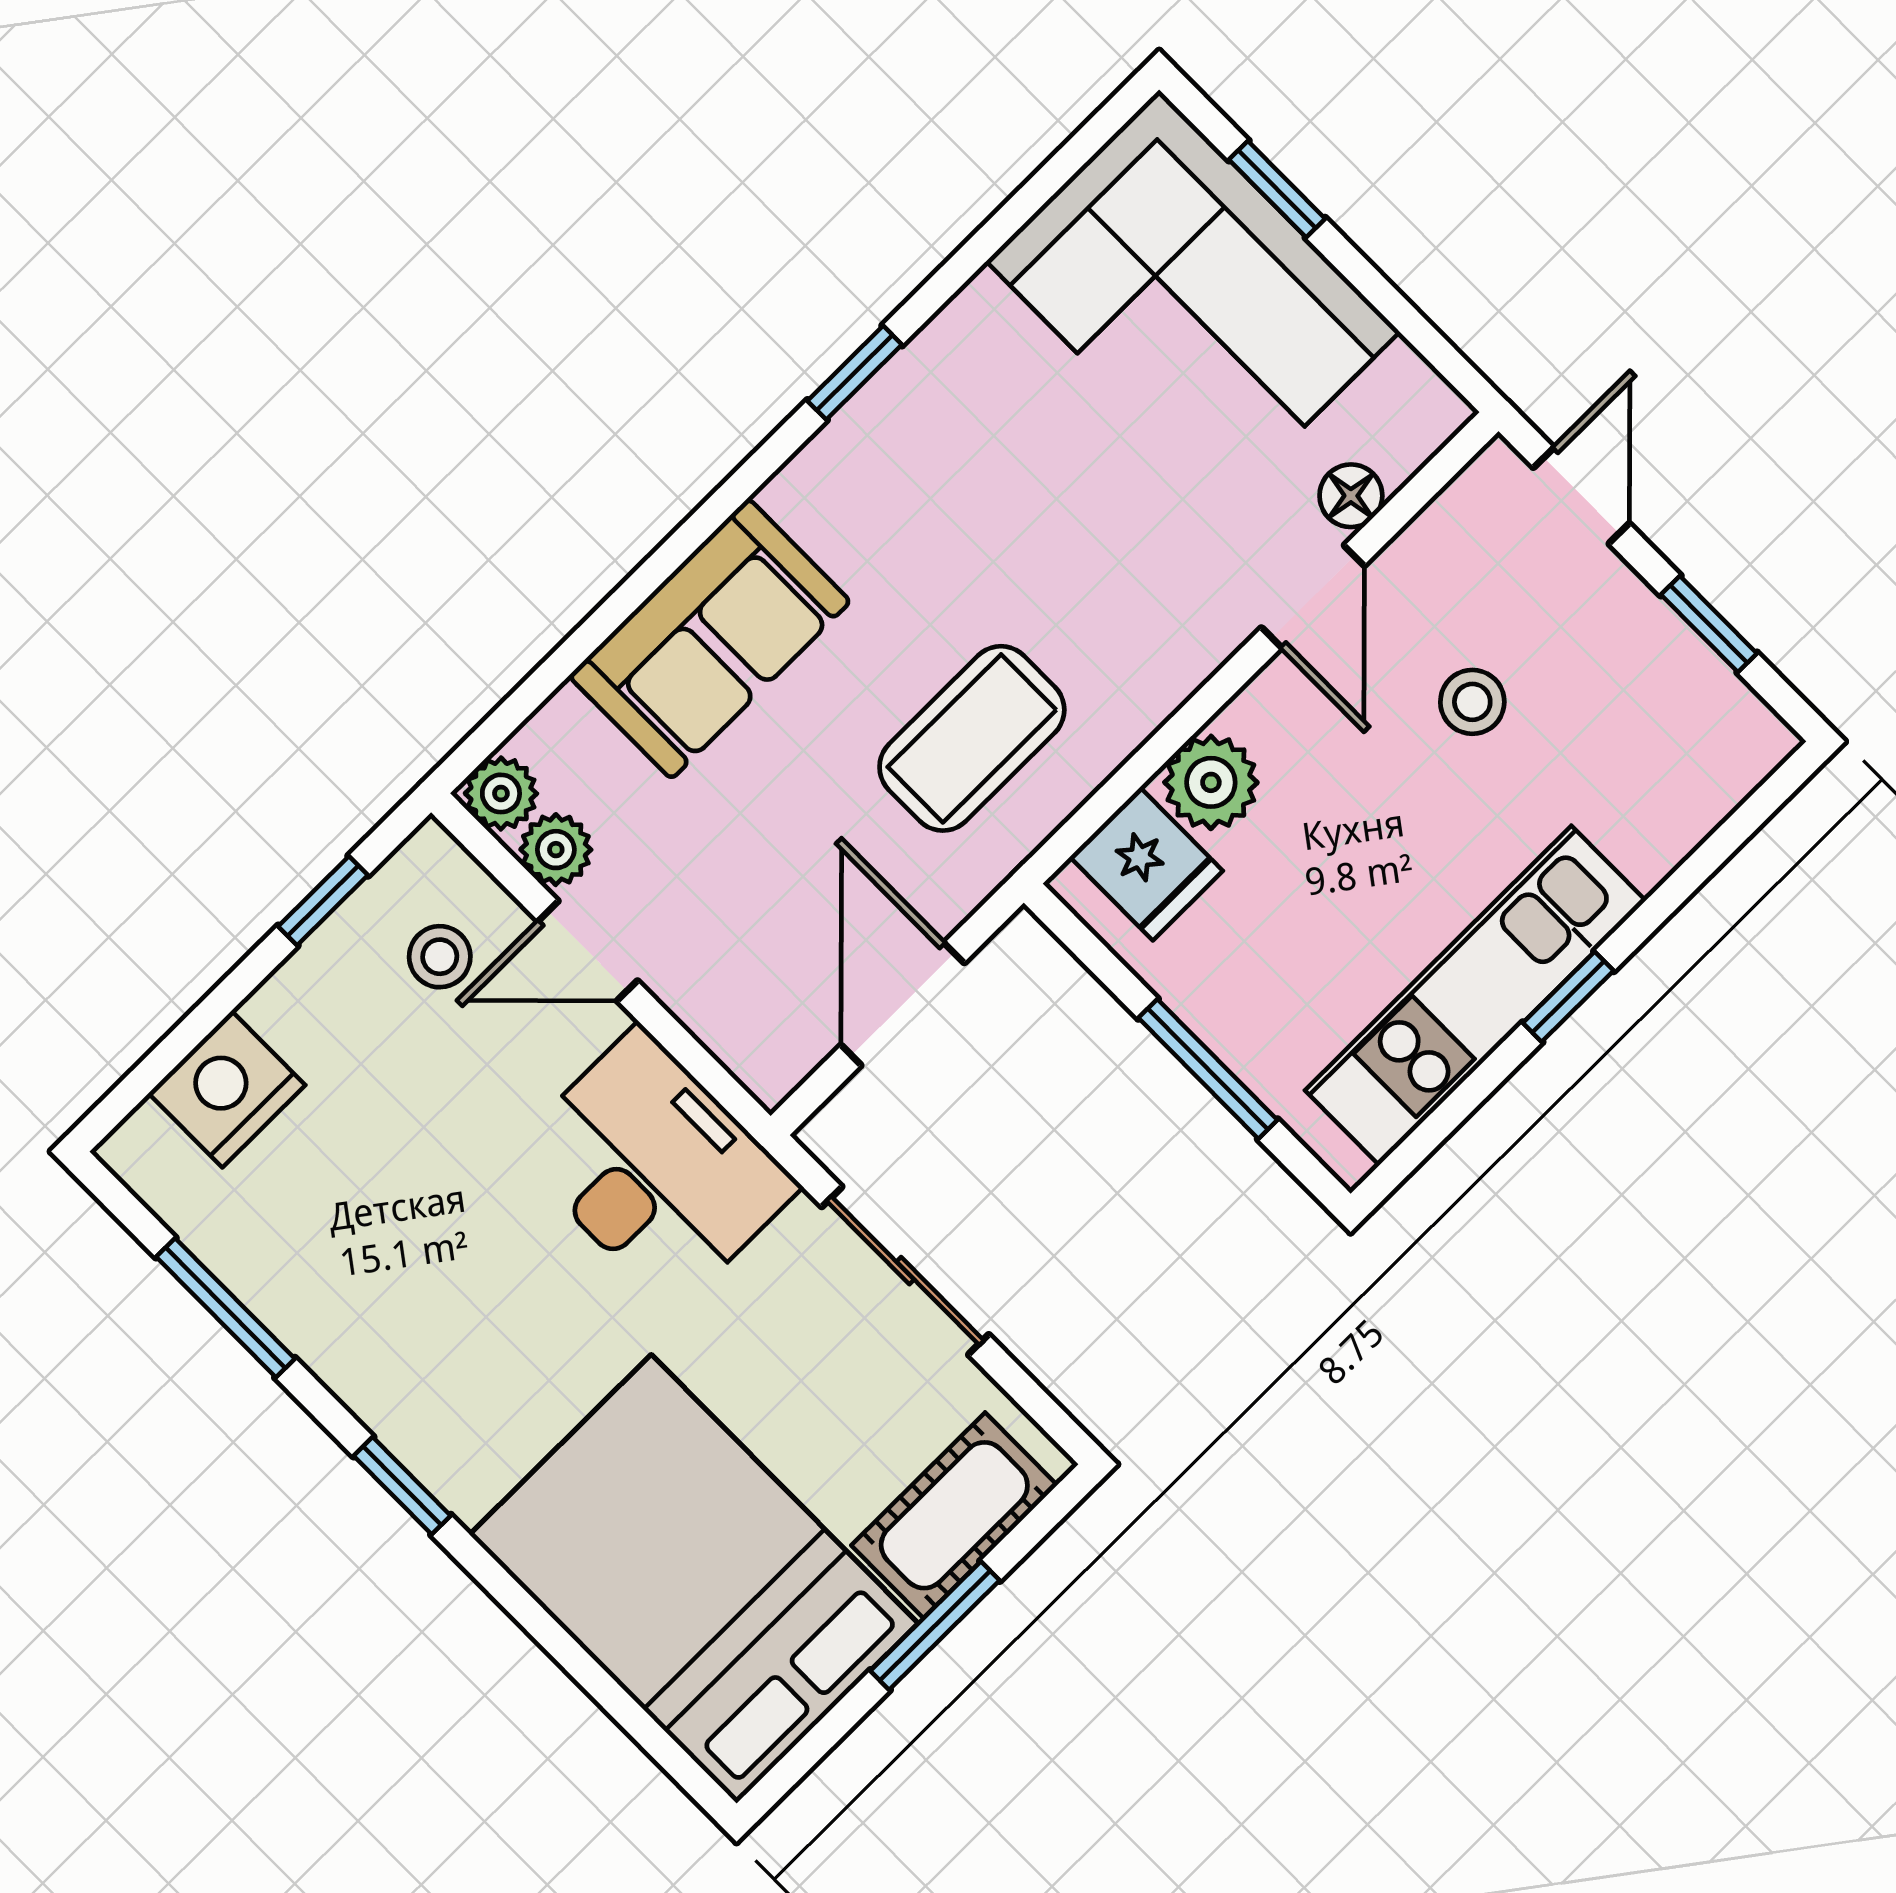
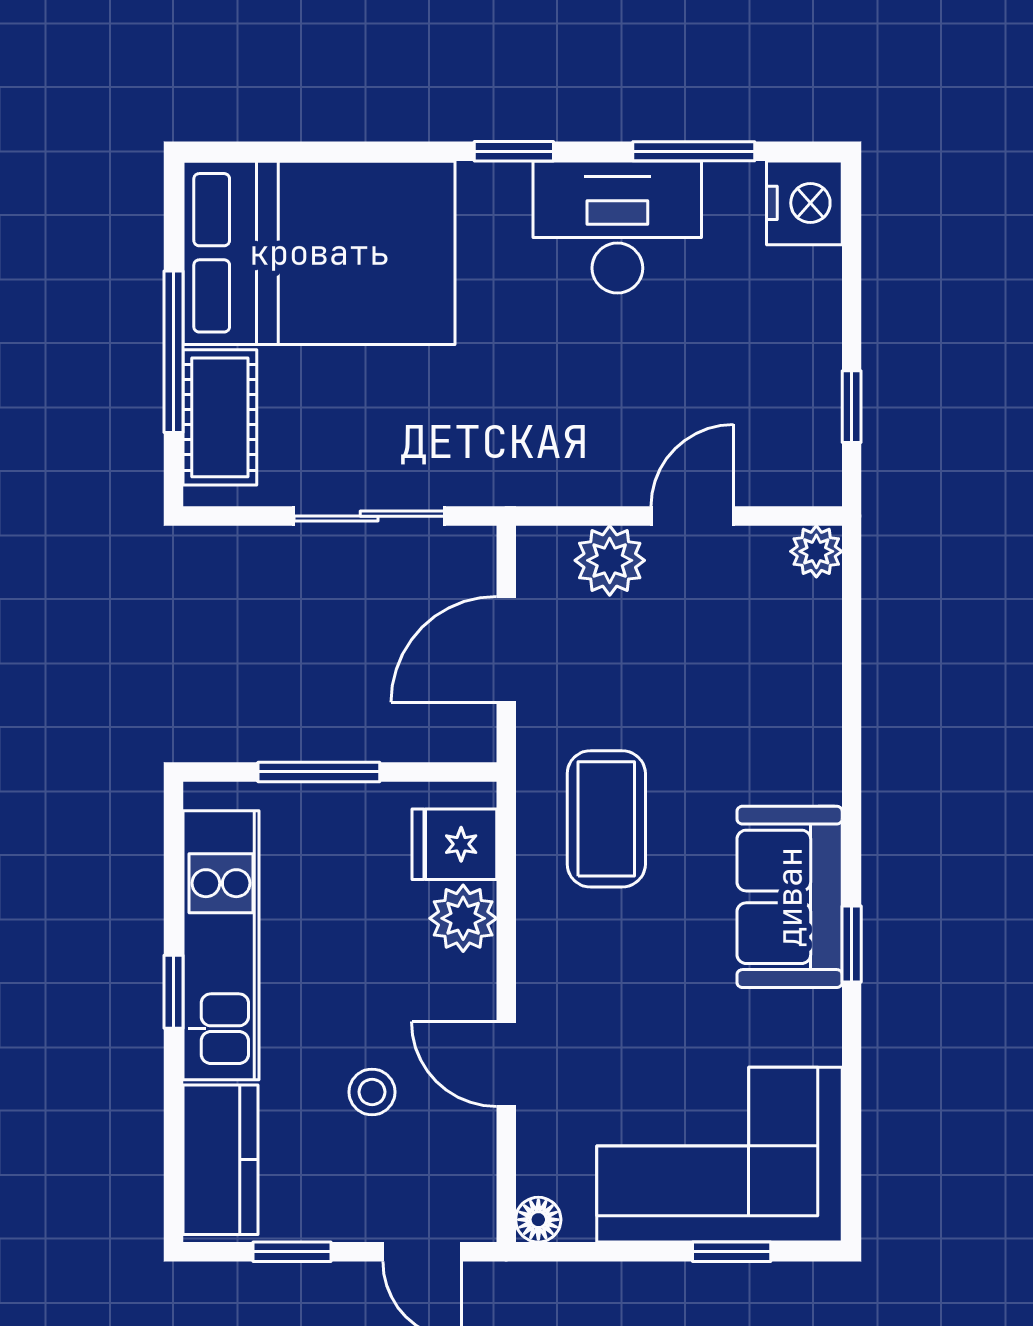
floor lamp: (1351, 496) -> (538, 1220), moved
sofa: (710, 639) -> (790, 897), moved
kitchen counter: (1688, 785) -> (220, 1160), added
plant: (556, 850) -> (610, 560), moved, width x1.38, depth x1.38
stool: (440, 957) -> (764, 438), removed
door: (903, 1004) -> (506, 649), swing flipped
nightstand: (227, 1089) -> (804, 203), moved
desk: (655, 1169) -> (617, 227), moved, turned 180
window: (935, 1626) -> (173, 352), width x1.44

